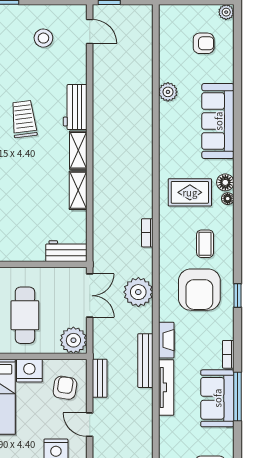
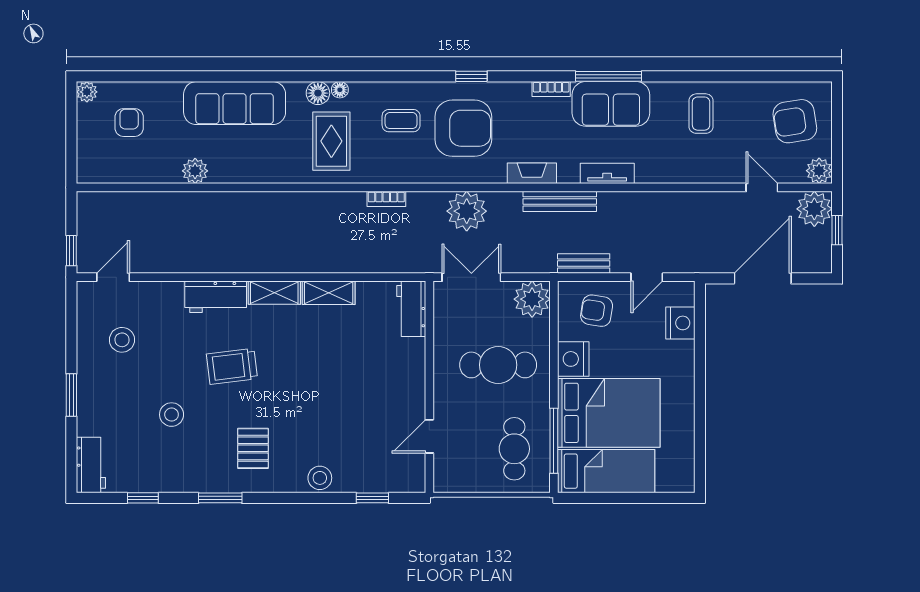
tv unit: (166, 387) -> (607, 173), width x0.71

